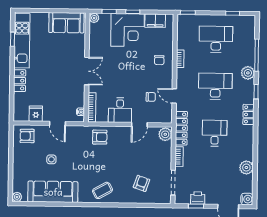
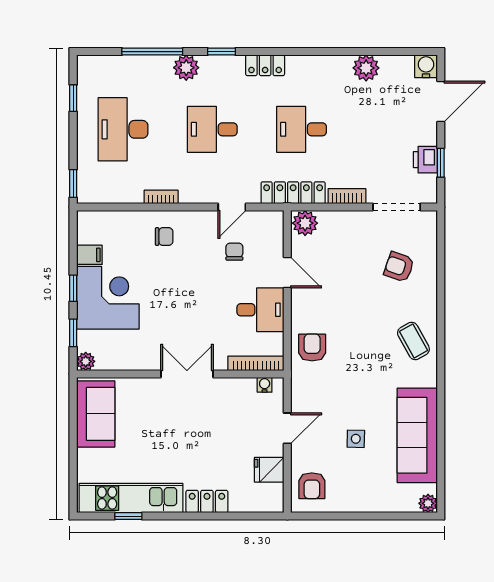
filing cabinet: (155, 21) -> (89, 255), width x0.50
desk: (215, 86) -> (212, 129), width x0.73

